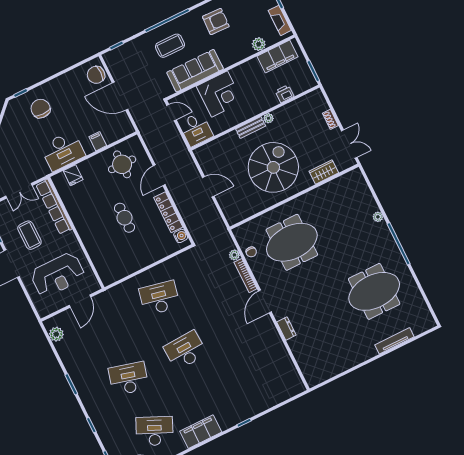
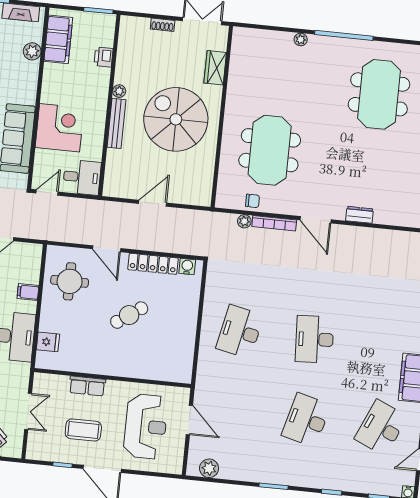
bench: (251, 128) -> (116, 123), width x1.36
row of seats: (54, 207) -> (87, 386), width x0.50
cafe table: (125, 218) -> (129, 315), turned -35

